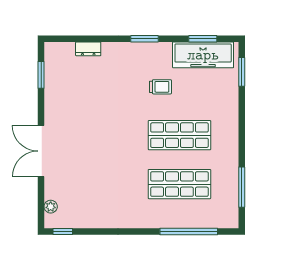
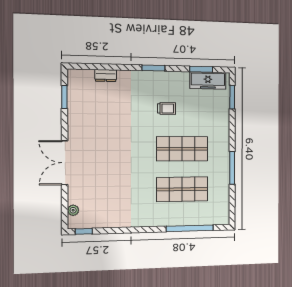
freezer: (203, 55) -> (208, 80), width x0.73, depth x0.79
window: (242, 187) -> (232, 168), moved

